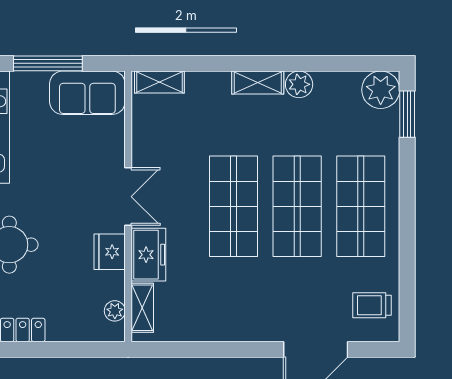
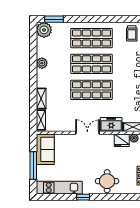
shelving: (258, 83) -> (41, 99), moved
fridge: (110, 252) -> (122, 140), moved

